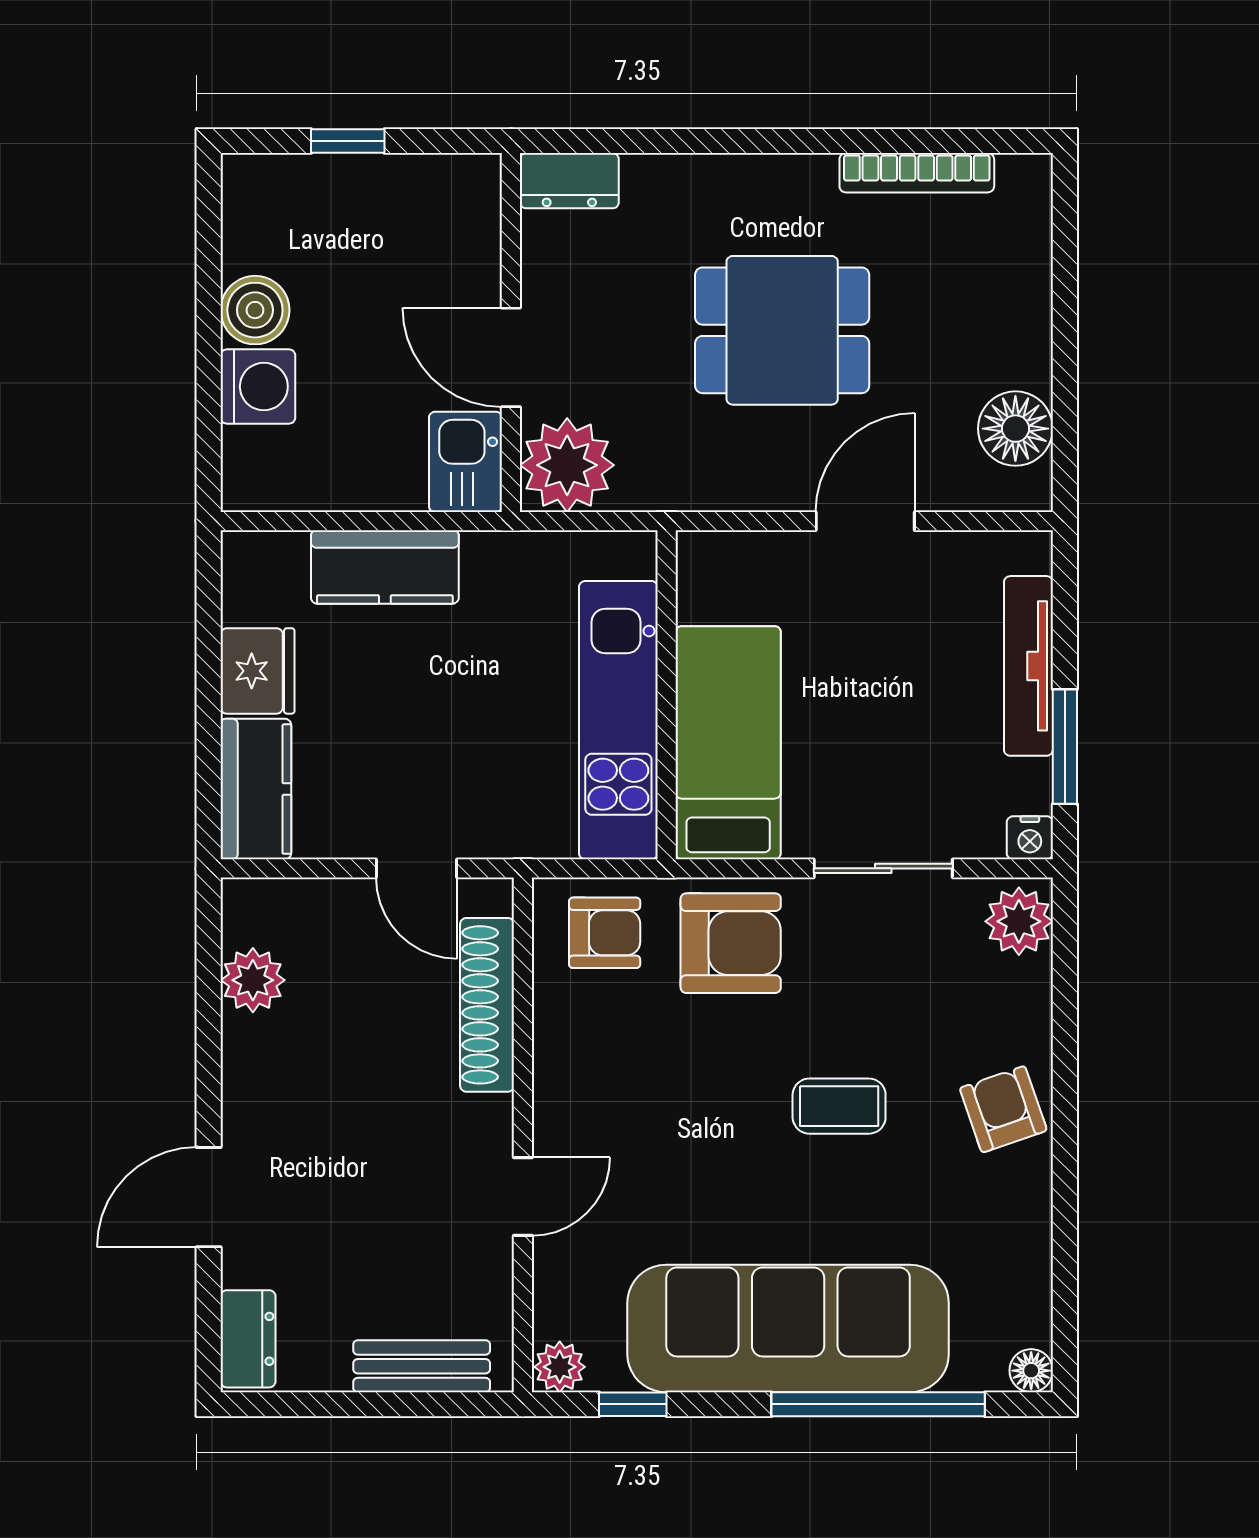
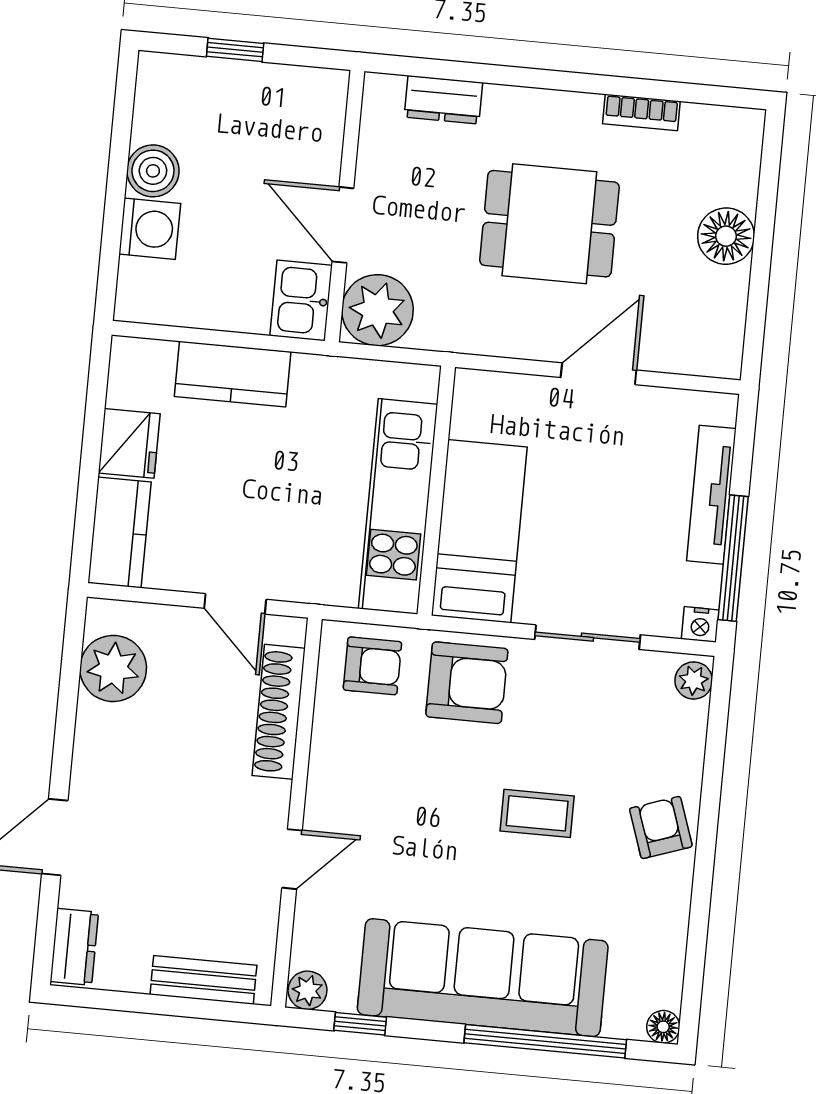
bookcase: (917, 173) -> (641, 112), width x0.64
dresser: (569, 181) -> (443, 100), moved
floor lamp: (1015, 429) -> (726, 236), moved
window: (1065, 747) -> (733, 558), width x1.44
plant: (1019, 921) -> (694, 680), width x0.73, depth x0.73
plant: (253, 980) -> (113, 668), width x1.36, depth x1.36

